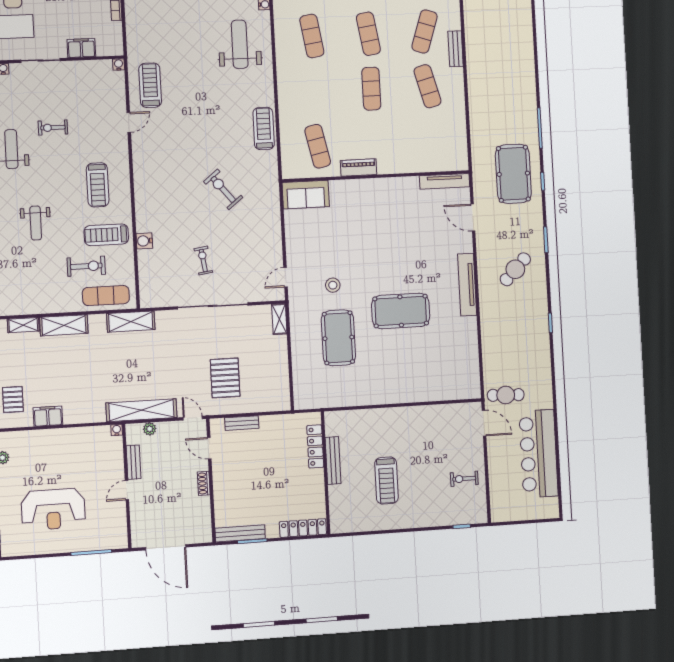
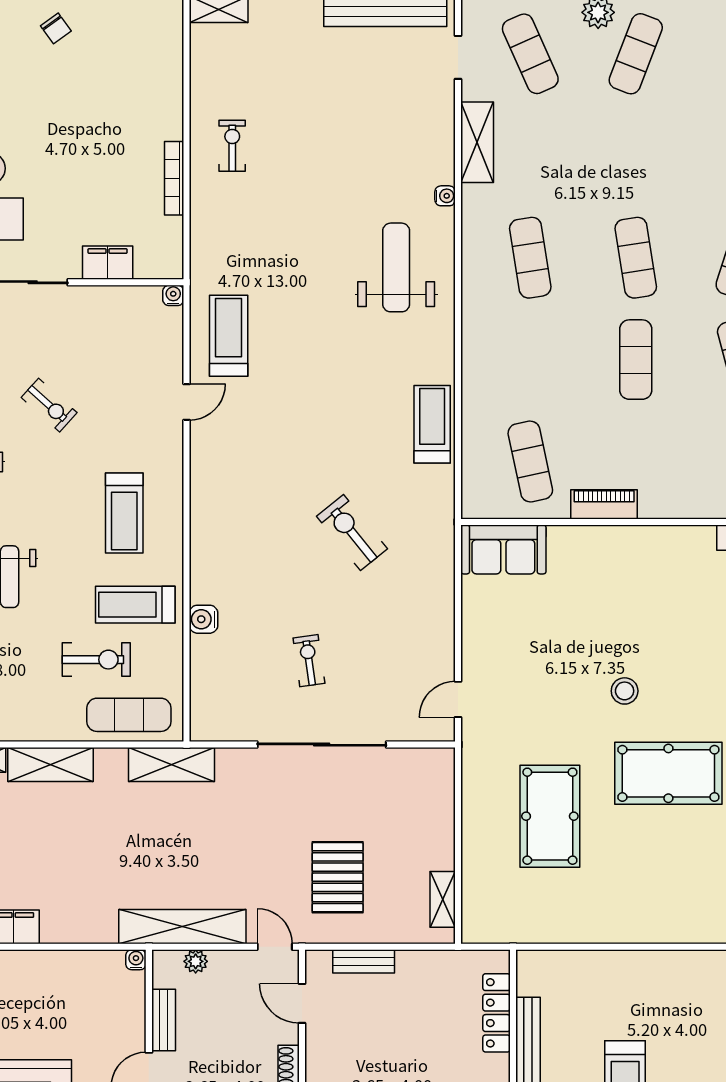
exercise bike: (53, 128) -> (49, 405), turned -138
stool: (333, 285) -> (625, 691), moved
shelving: (279, 319) -> (443, 899), moved

